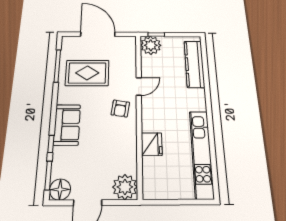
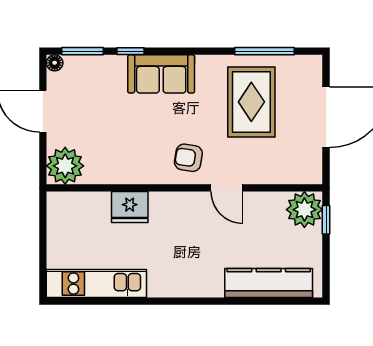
kitchen unit: (201, 154) -> (96, 284), width x0.73
floor lamp: (60, 190) -> (55, 63), width x0.53, depth x0.53

